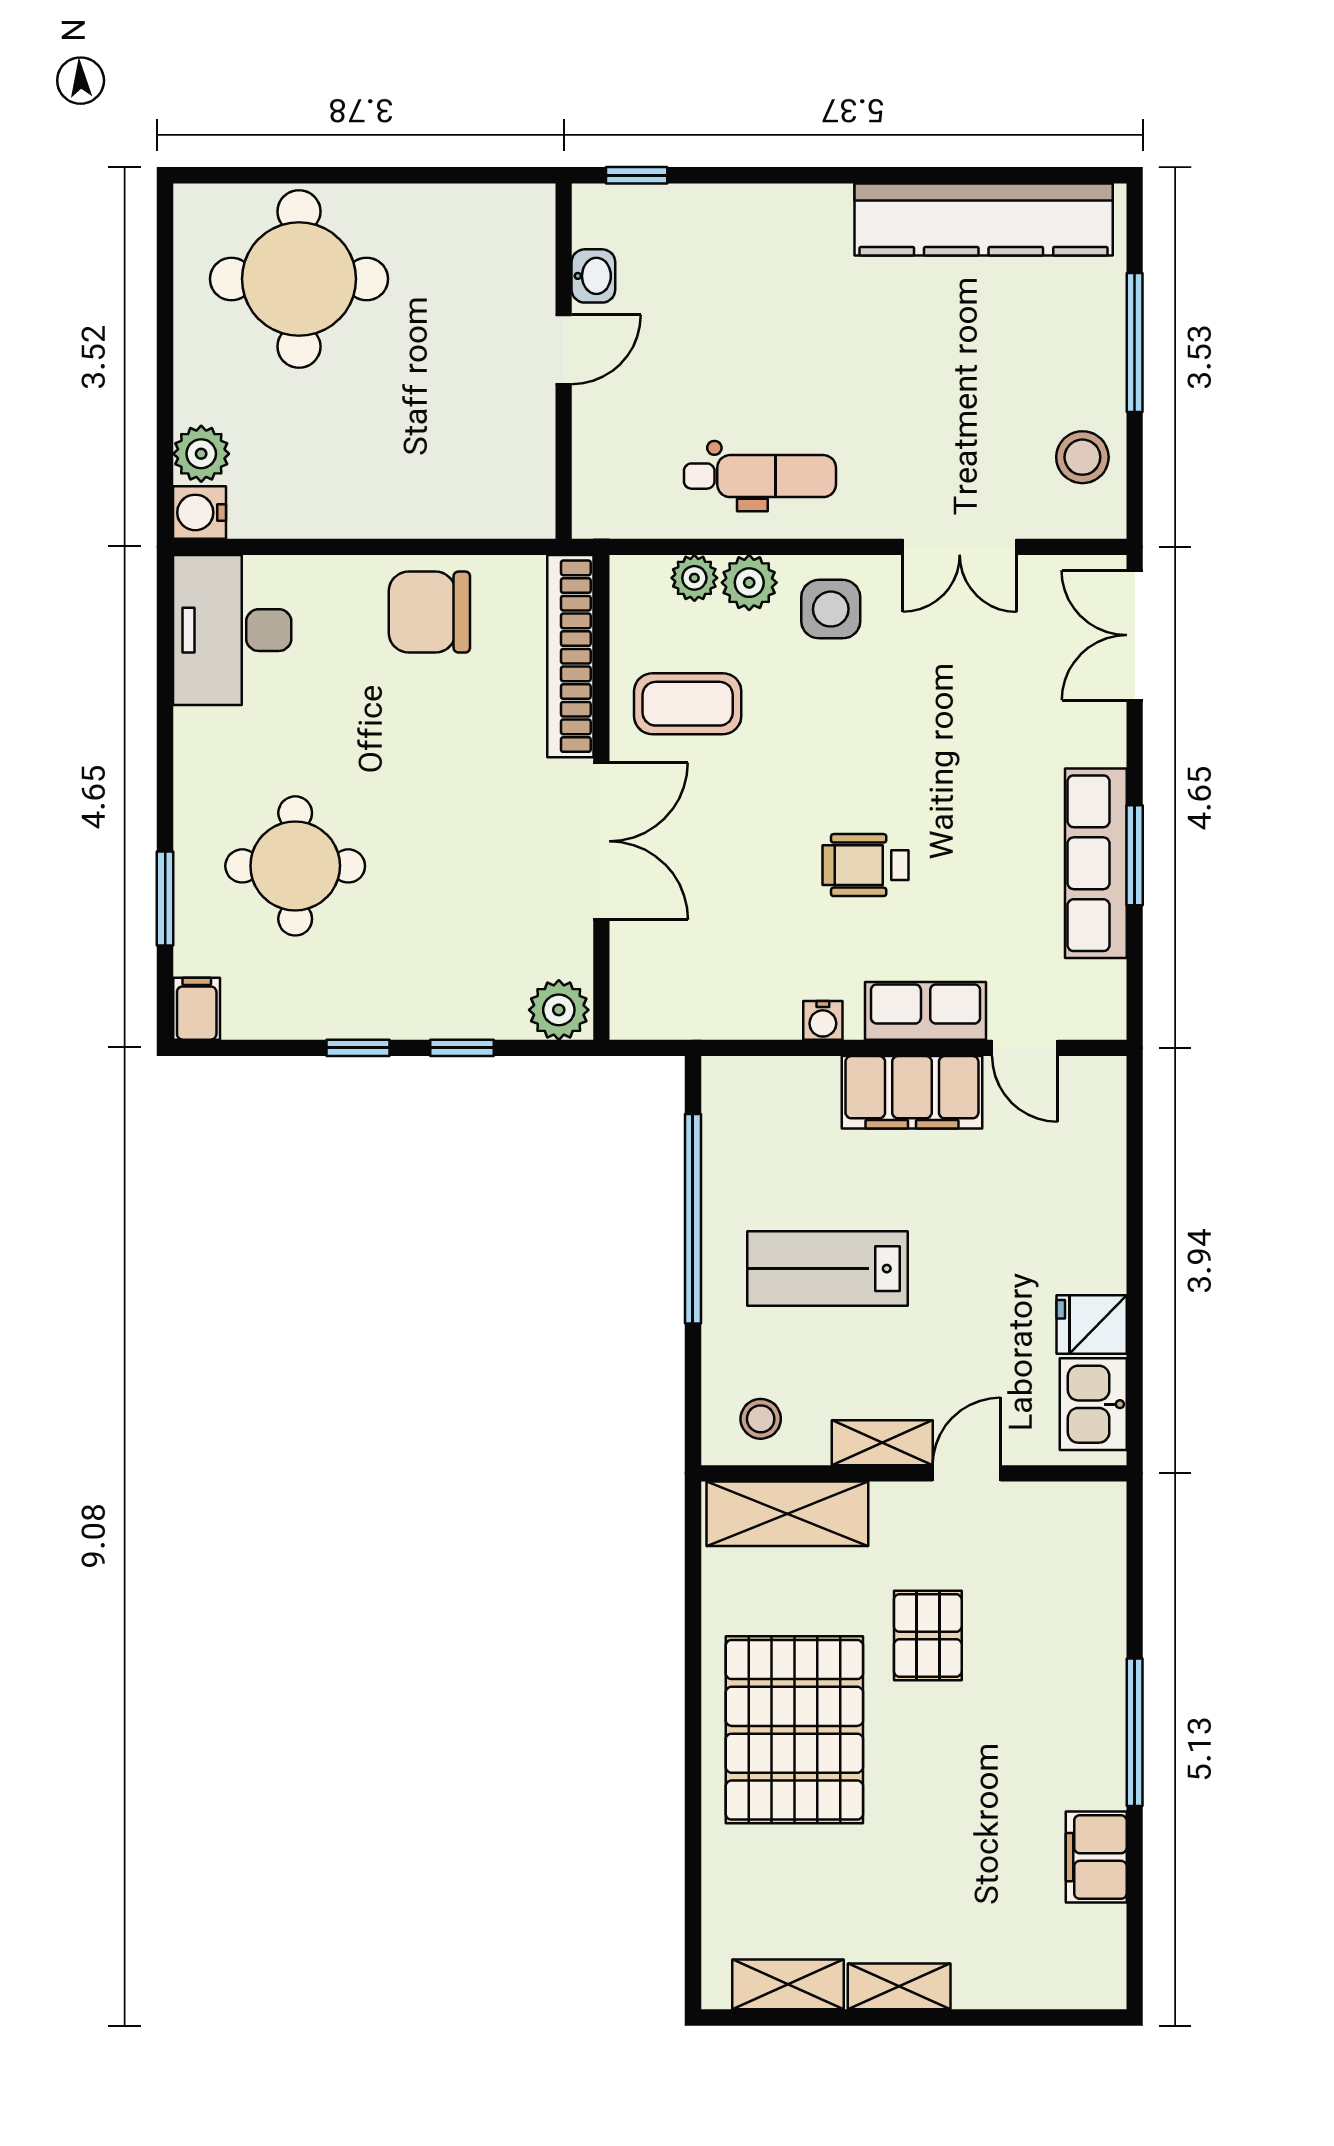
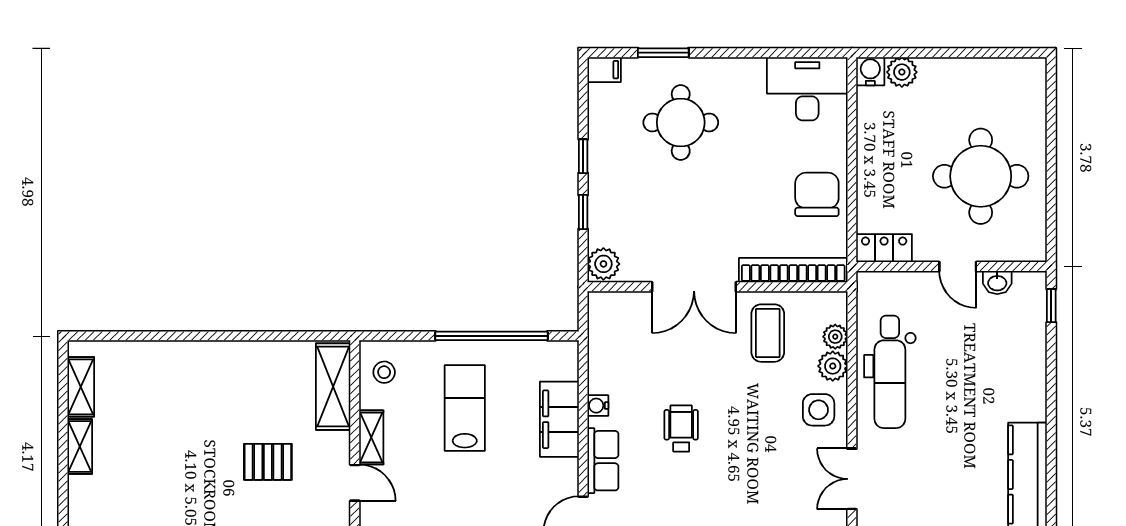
round table: (299, 279) -> (981, 176), moved
dental chair: (760, 476) -> (890, 372), width x1.36, depth x1.38
locker: (529, 487) -> (884, 248), added
filing cabinet: (912, 1092) -> (559, 419), moved
pallet: (794, 1730) -> (217, 390), removed

